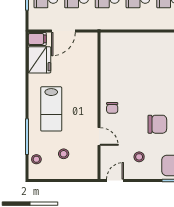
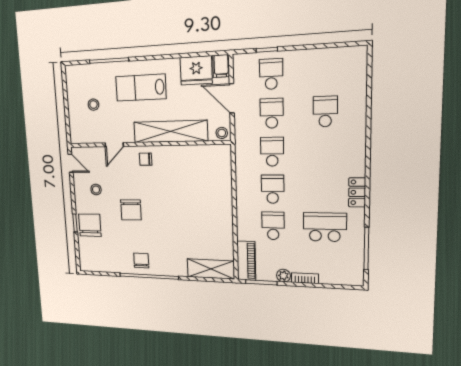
shelving: (89, 84) -> (170, 131), added
stool: (36, 159) -> (222, 133), moved

